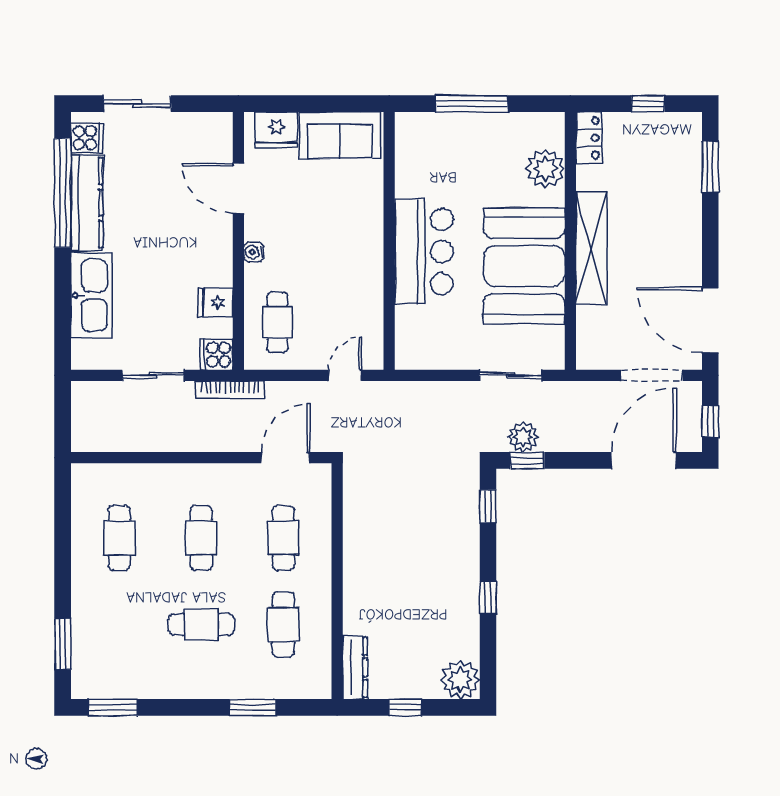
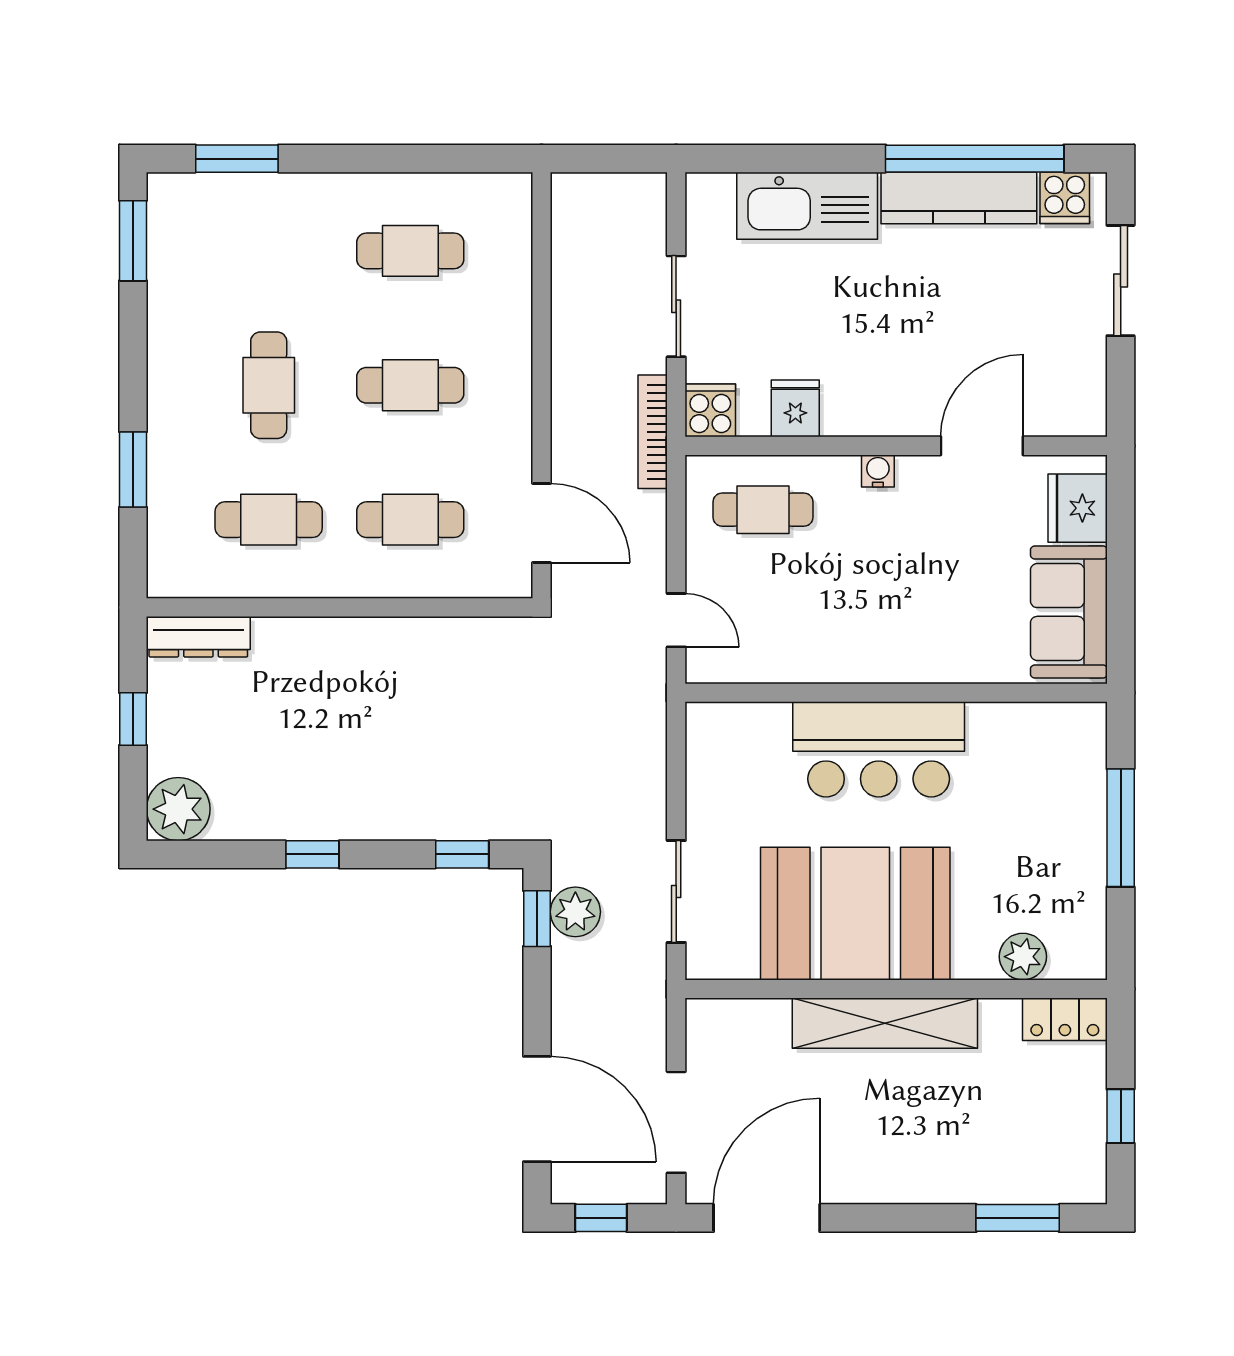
plant: (545, 169) -> (1023, 957), width x0.73, depth x0.73

